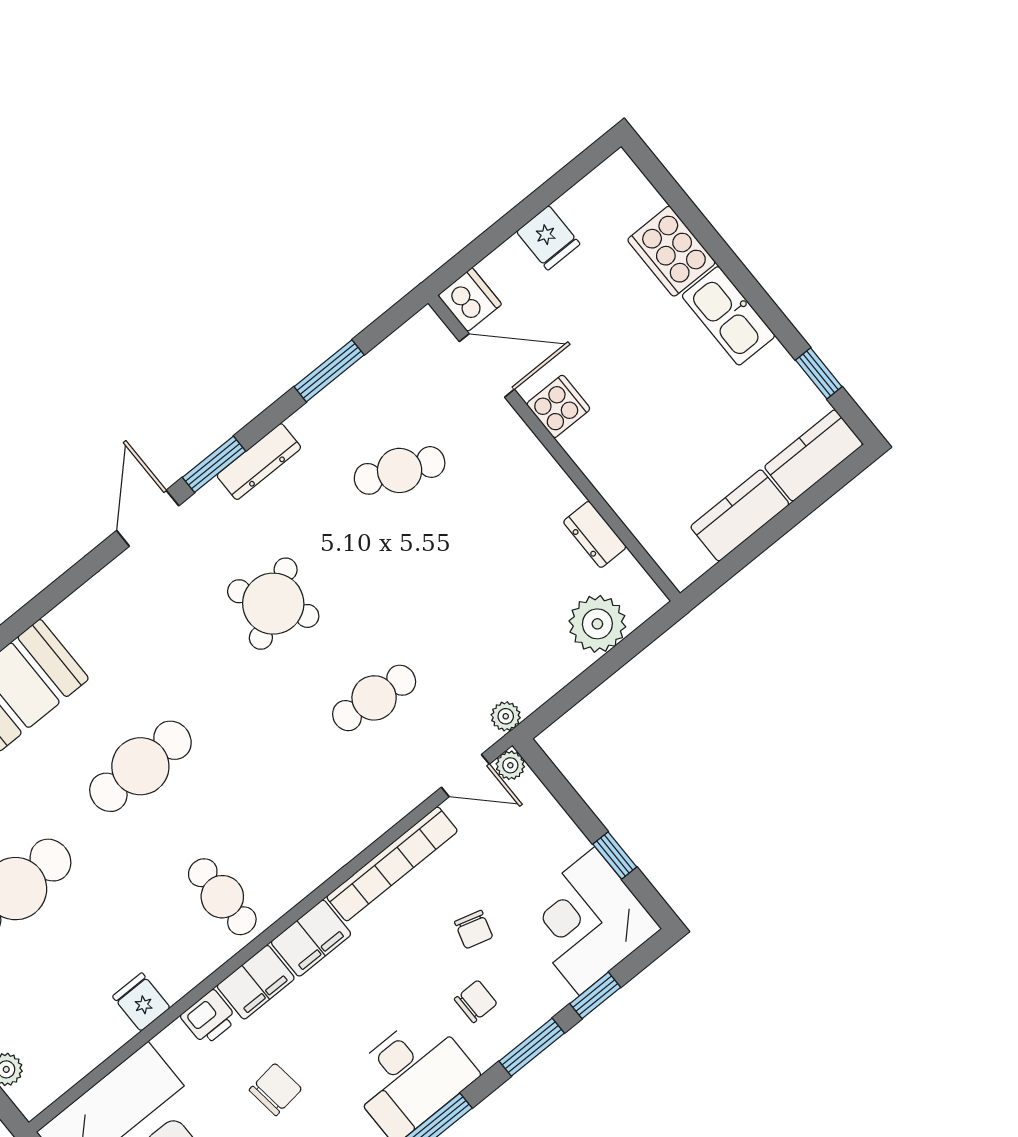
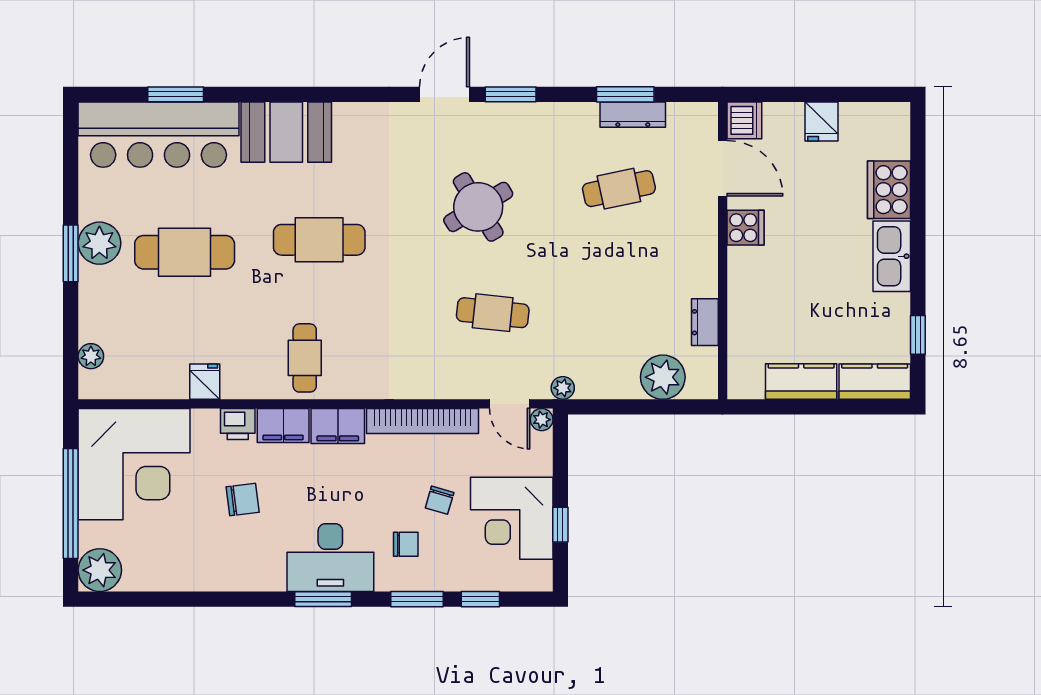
dresser: (259, 462) -> (633, 115), moved
cafe table: (400, 470) -> (619, 189), turned -36
corner desk: (587, 921) -> (512, 518), moved, turned -90

